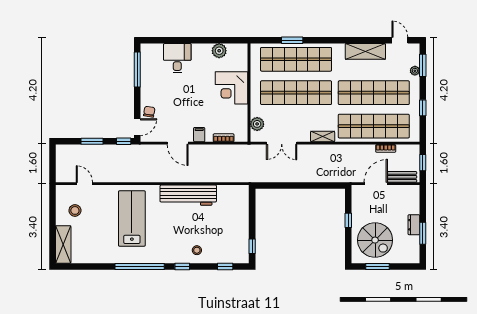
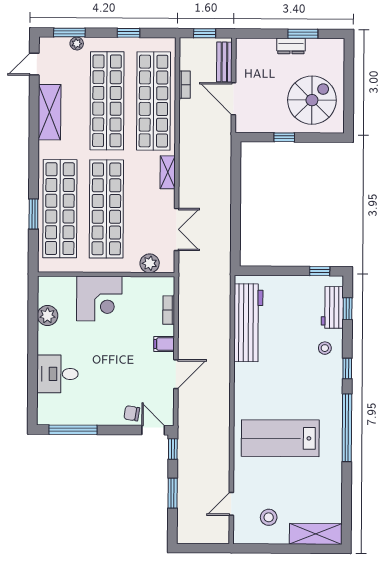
workbench: (188, 195) -> (248, 323), moved
workbench: (226, 255) -> (332, 307), added
window: (377, 266) -> (349, 97), removed

